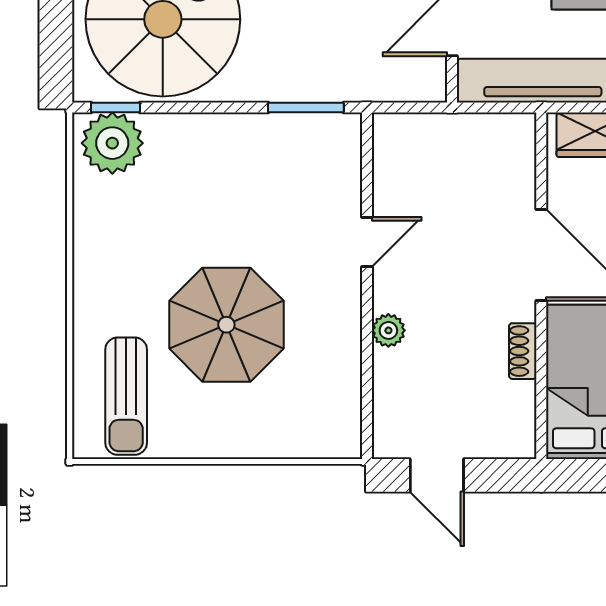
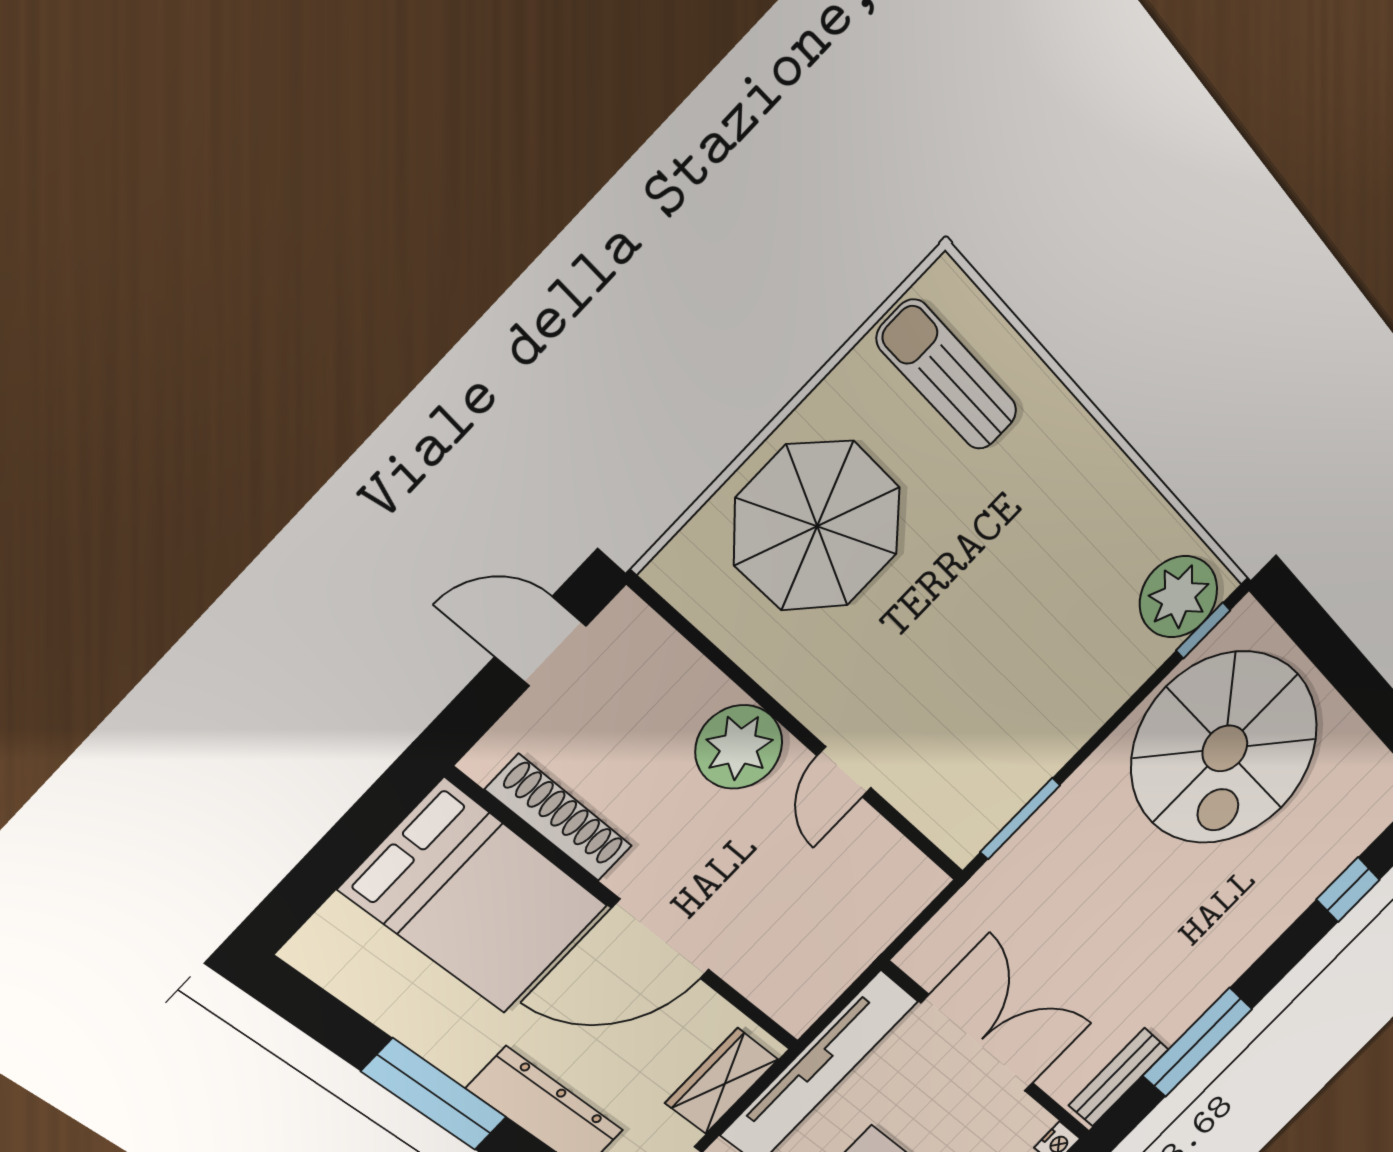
parasol: (226, 325) -> (817, 526), moved
plant: (388, 330) -> (739, 747), width x1.88, depth x1.88
shoe rack: (523, 351) -> (559, 818), width x1.94, depth x1.24

